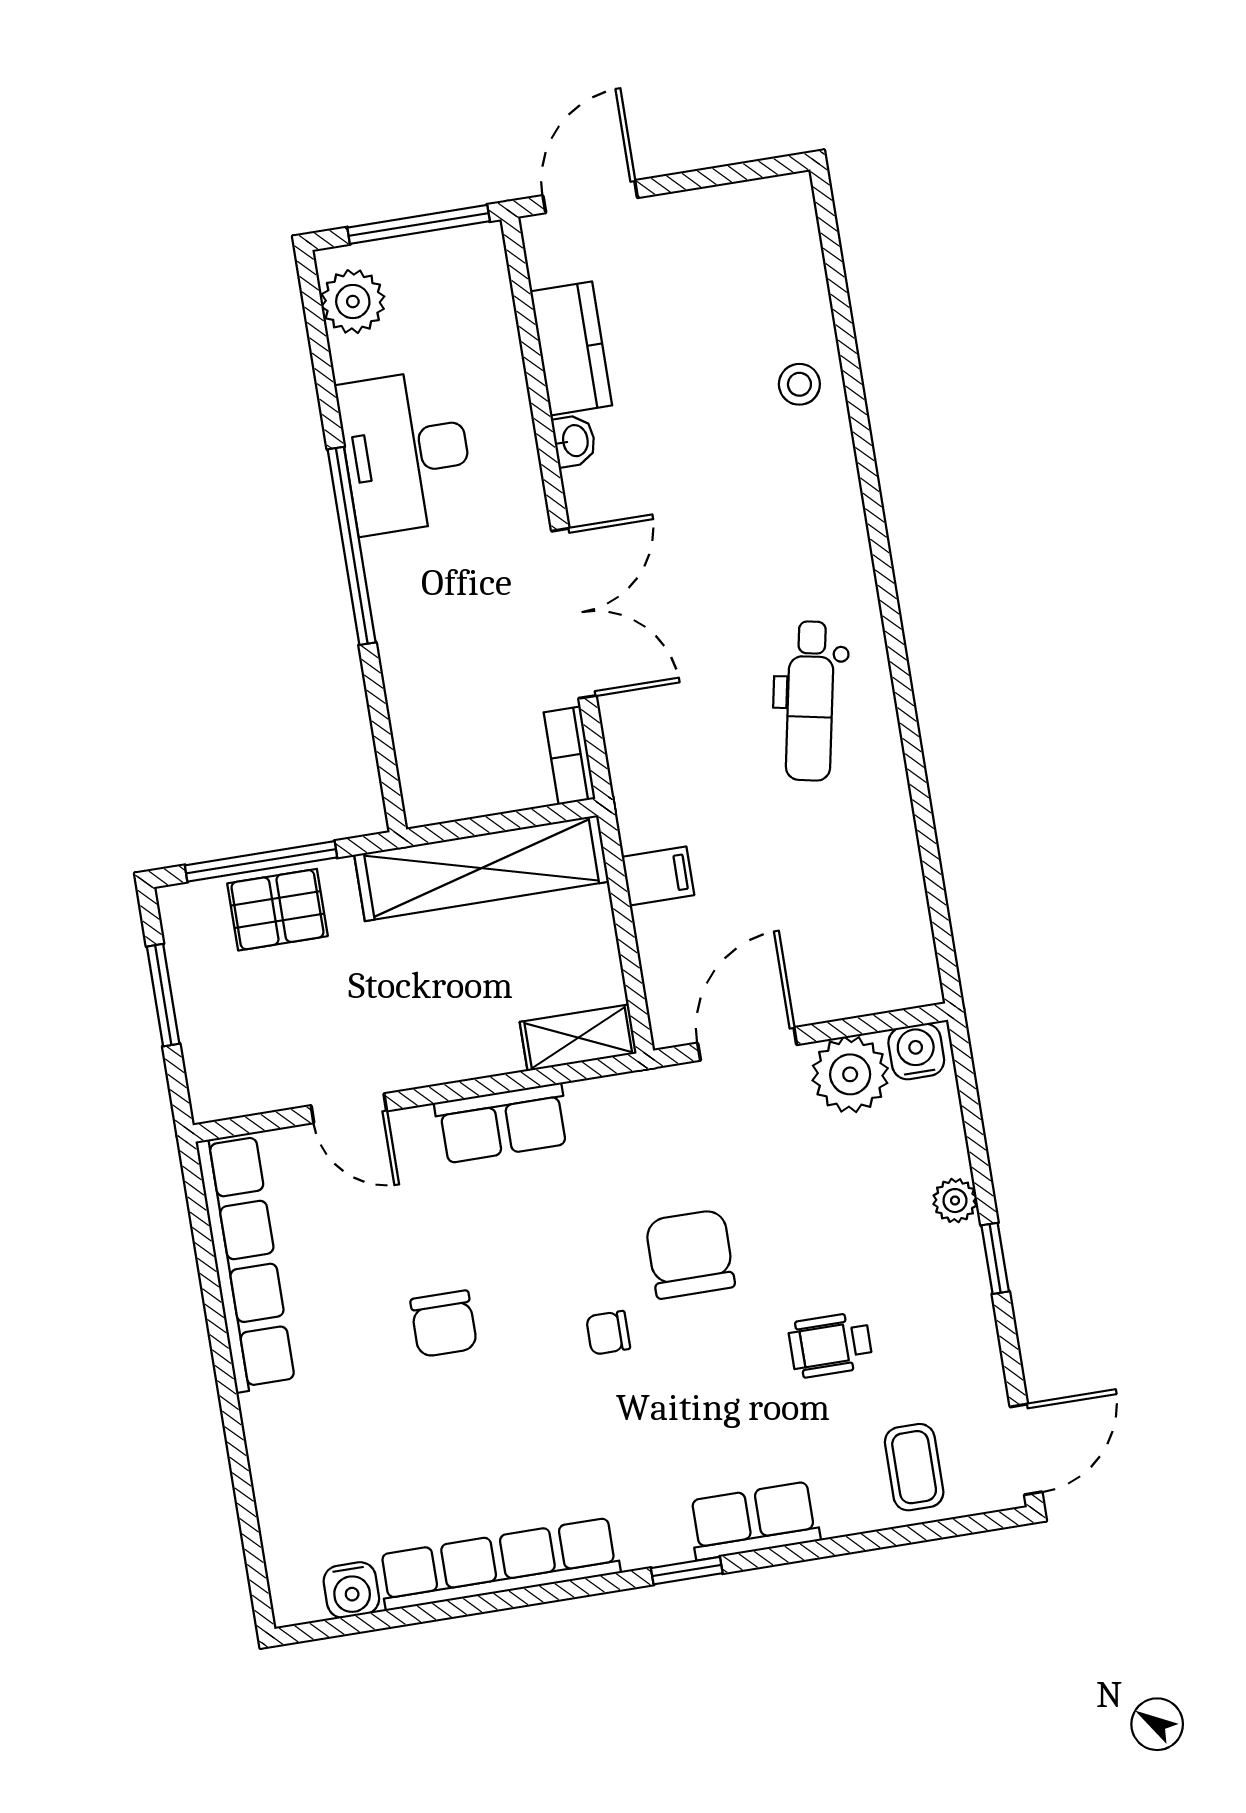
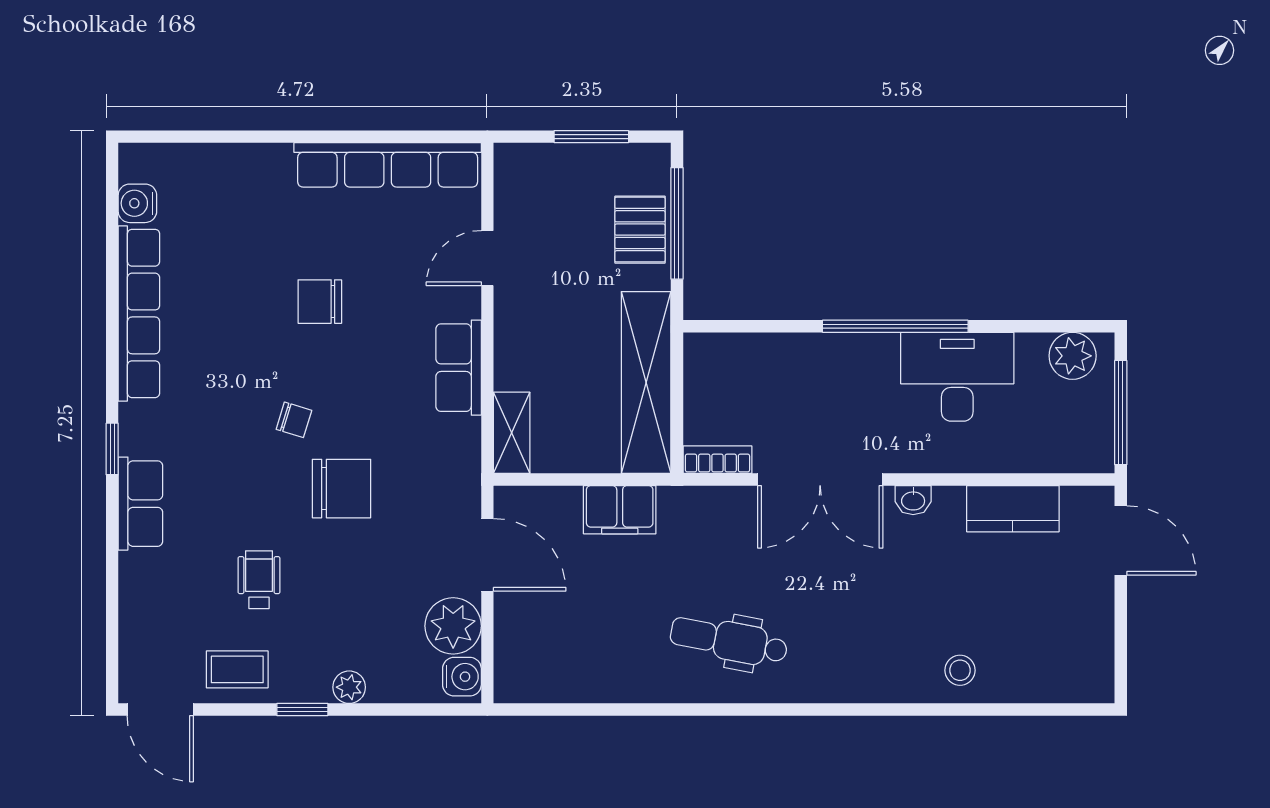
washbasin: (574, 441) -> (913, 500), moved
filing cabinet: (658, 876) -> (620, 510), width x2.00
chair: (608, 1333) -> (294, 420), turned 107
coffee table: (914, 1467) -> (237, 669), moved

